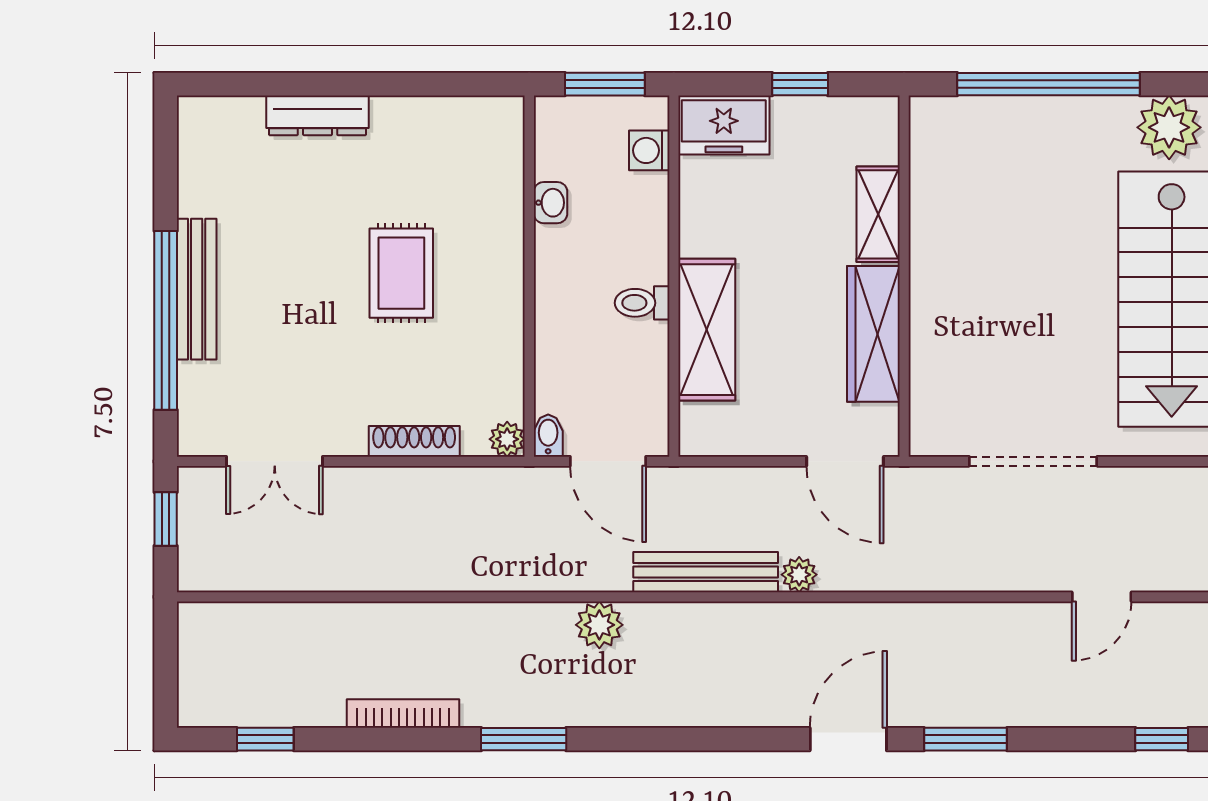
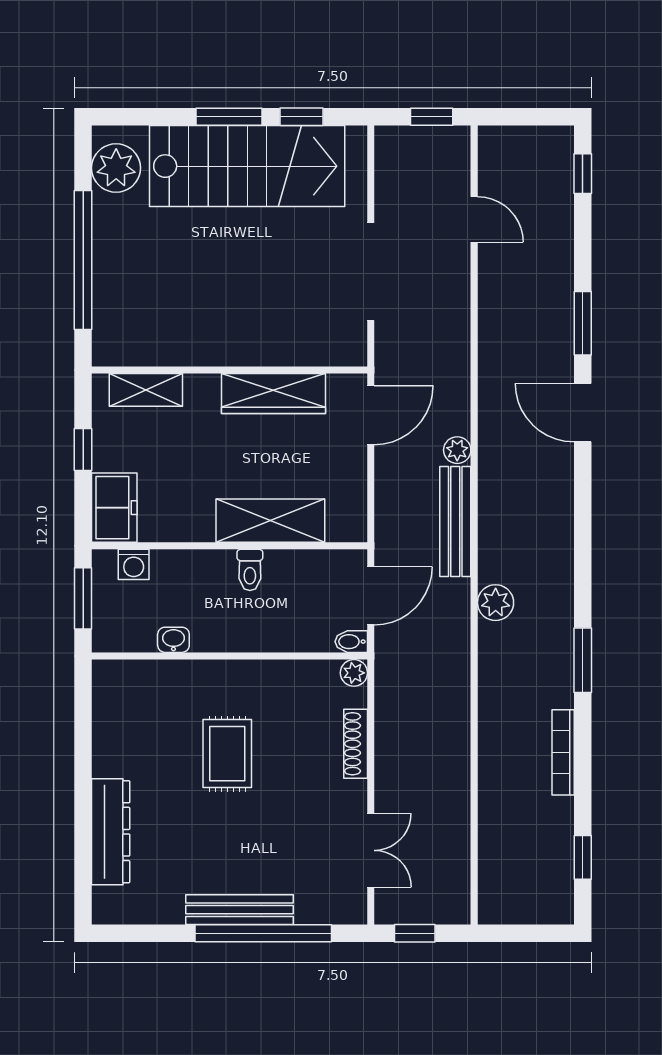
dresser: (318, 115) -> (111, 832), width x1.37, depth x1.24
shelving: (878, 214) -> (146, 390), moved
rug: (401, 273) -> (227, 754), turned 90

